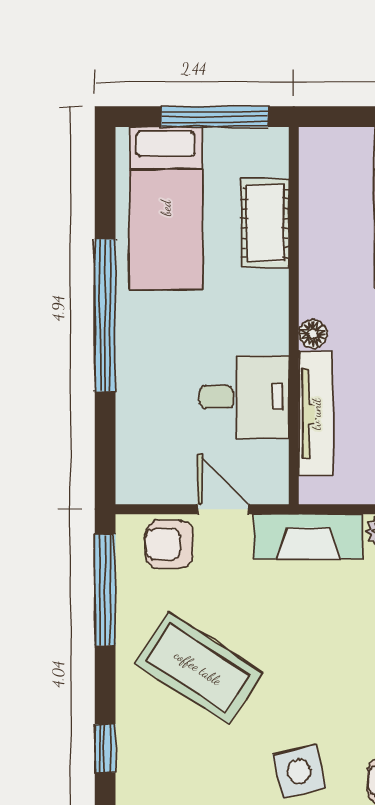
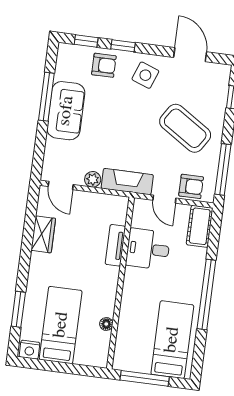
cot: (265, 223) -> (200, 226), moved
floor lamp: (313, 334) -> (106, 324), moved
tv unit: (316, 414) -> (115, 245), width x0.71
side table: (299, 771) -> (145, 75), turned 34

